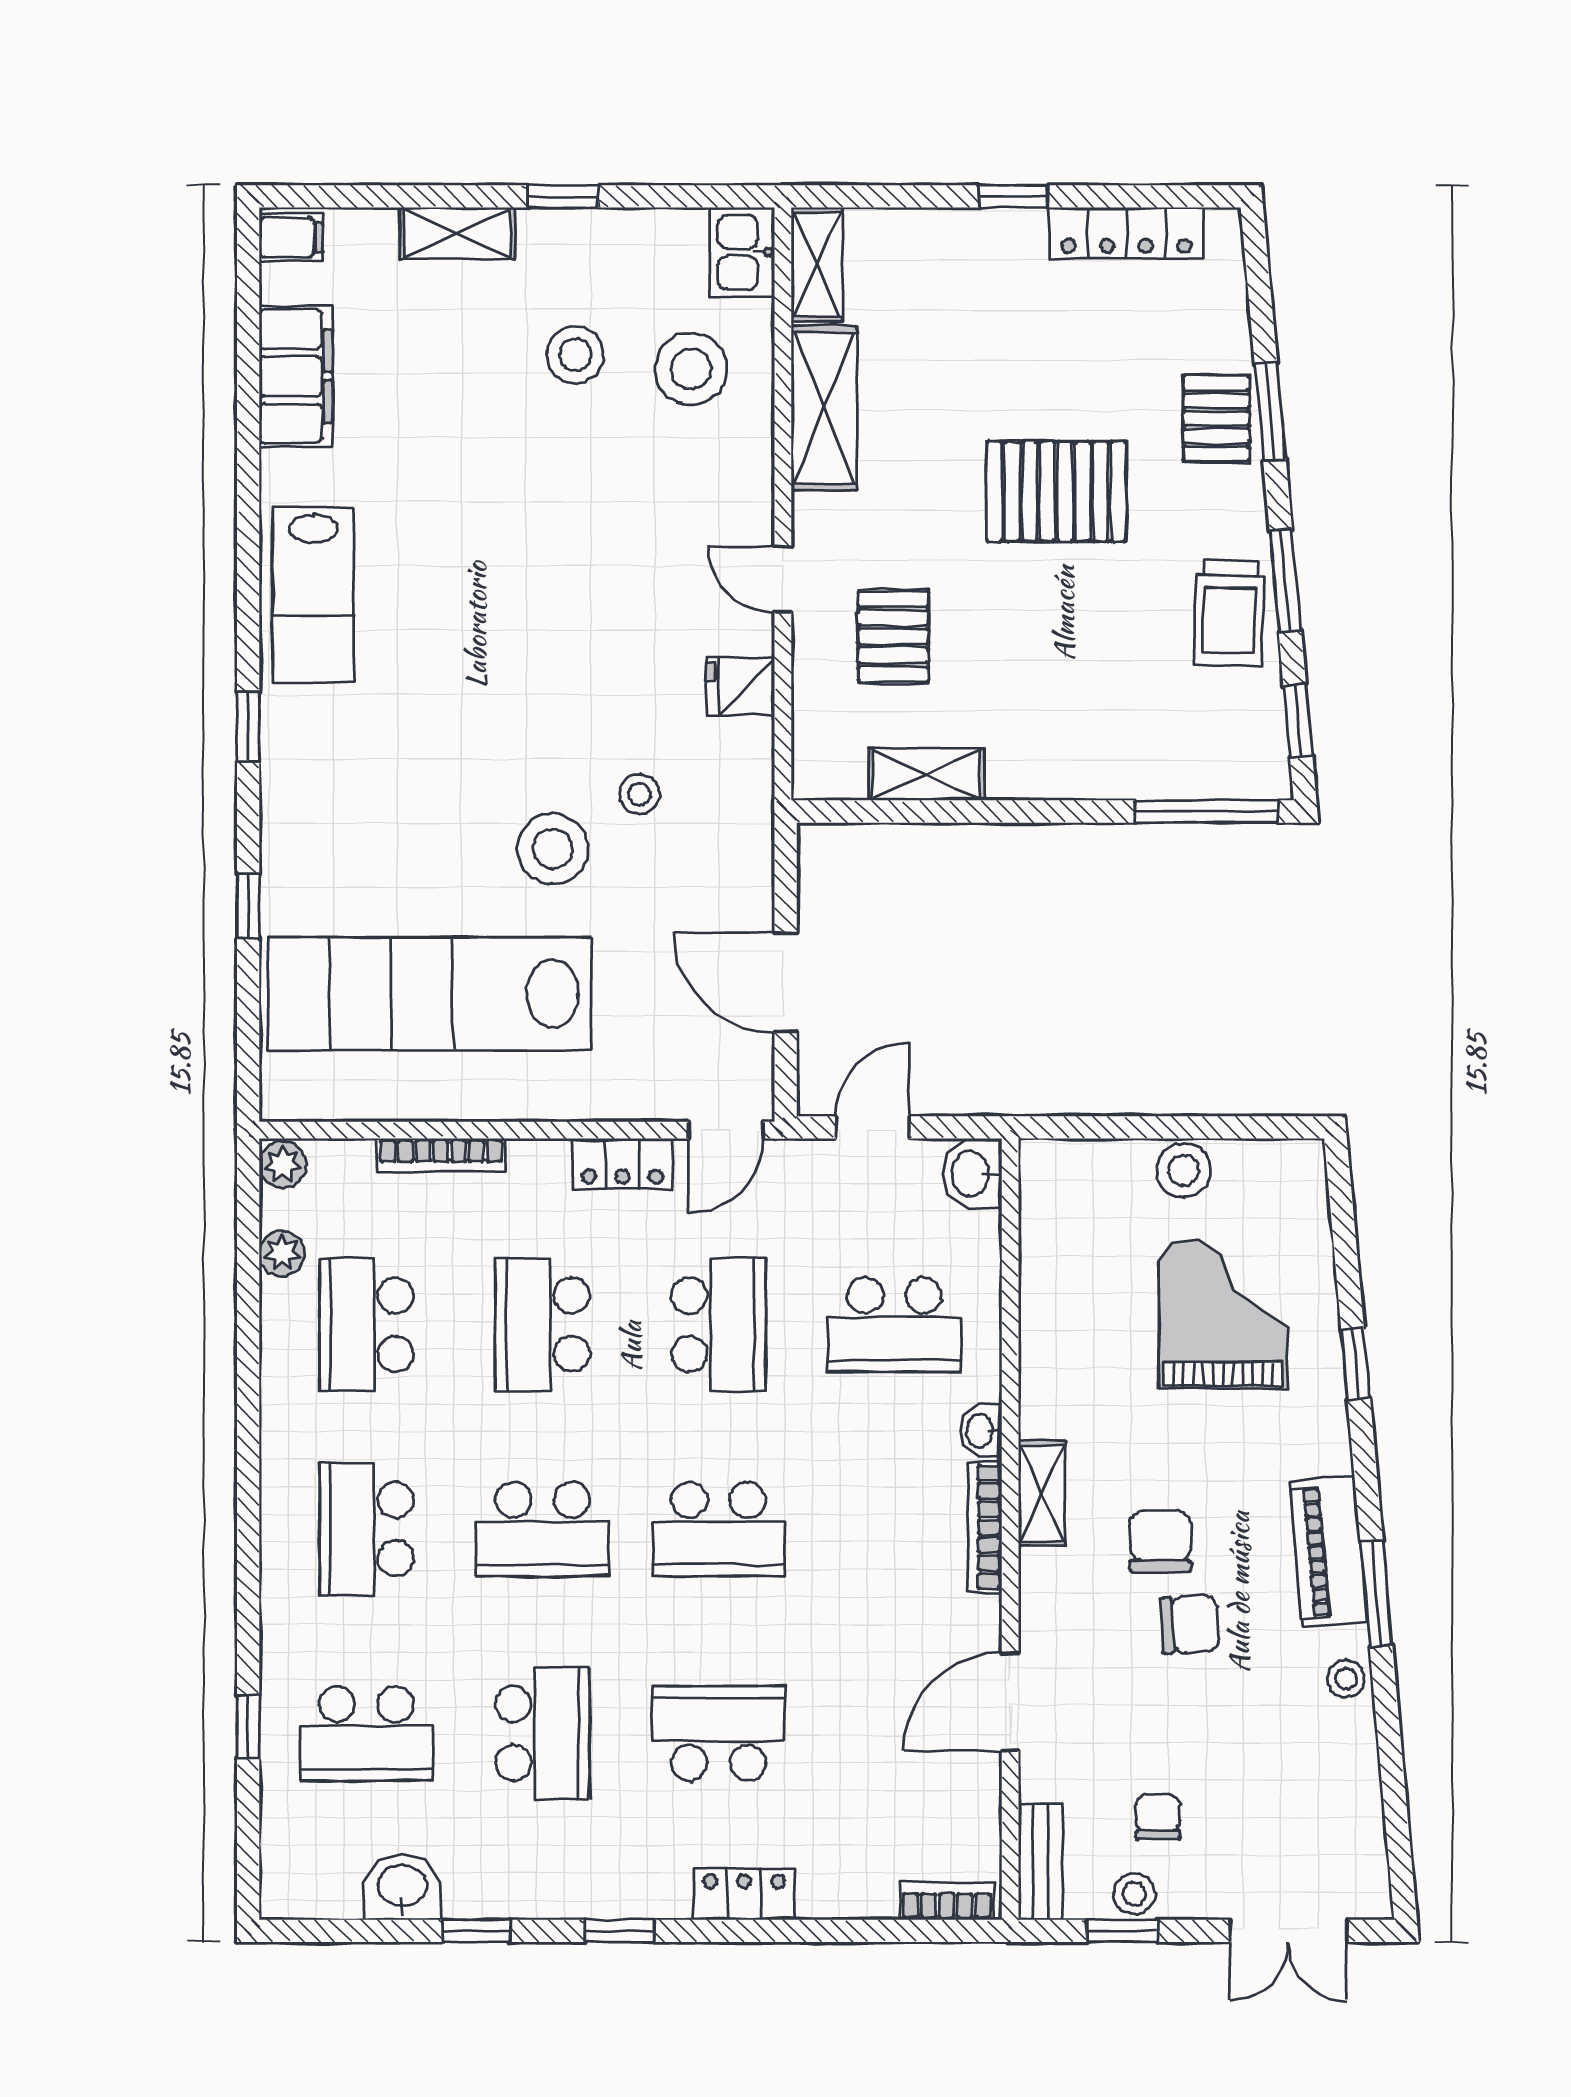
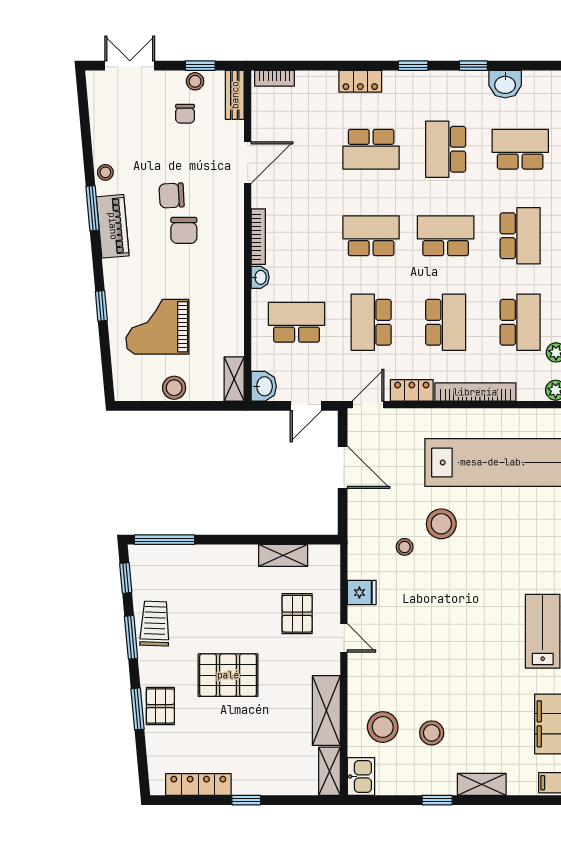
bookcase: (441, 1155) -> (475, 392), width x1.48, depth x1.31
grand piano: (1223, 1314) -> (157, 327), turned 90
shelving: (1042, 1493) -> (234, 379), moved

